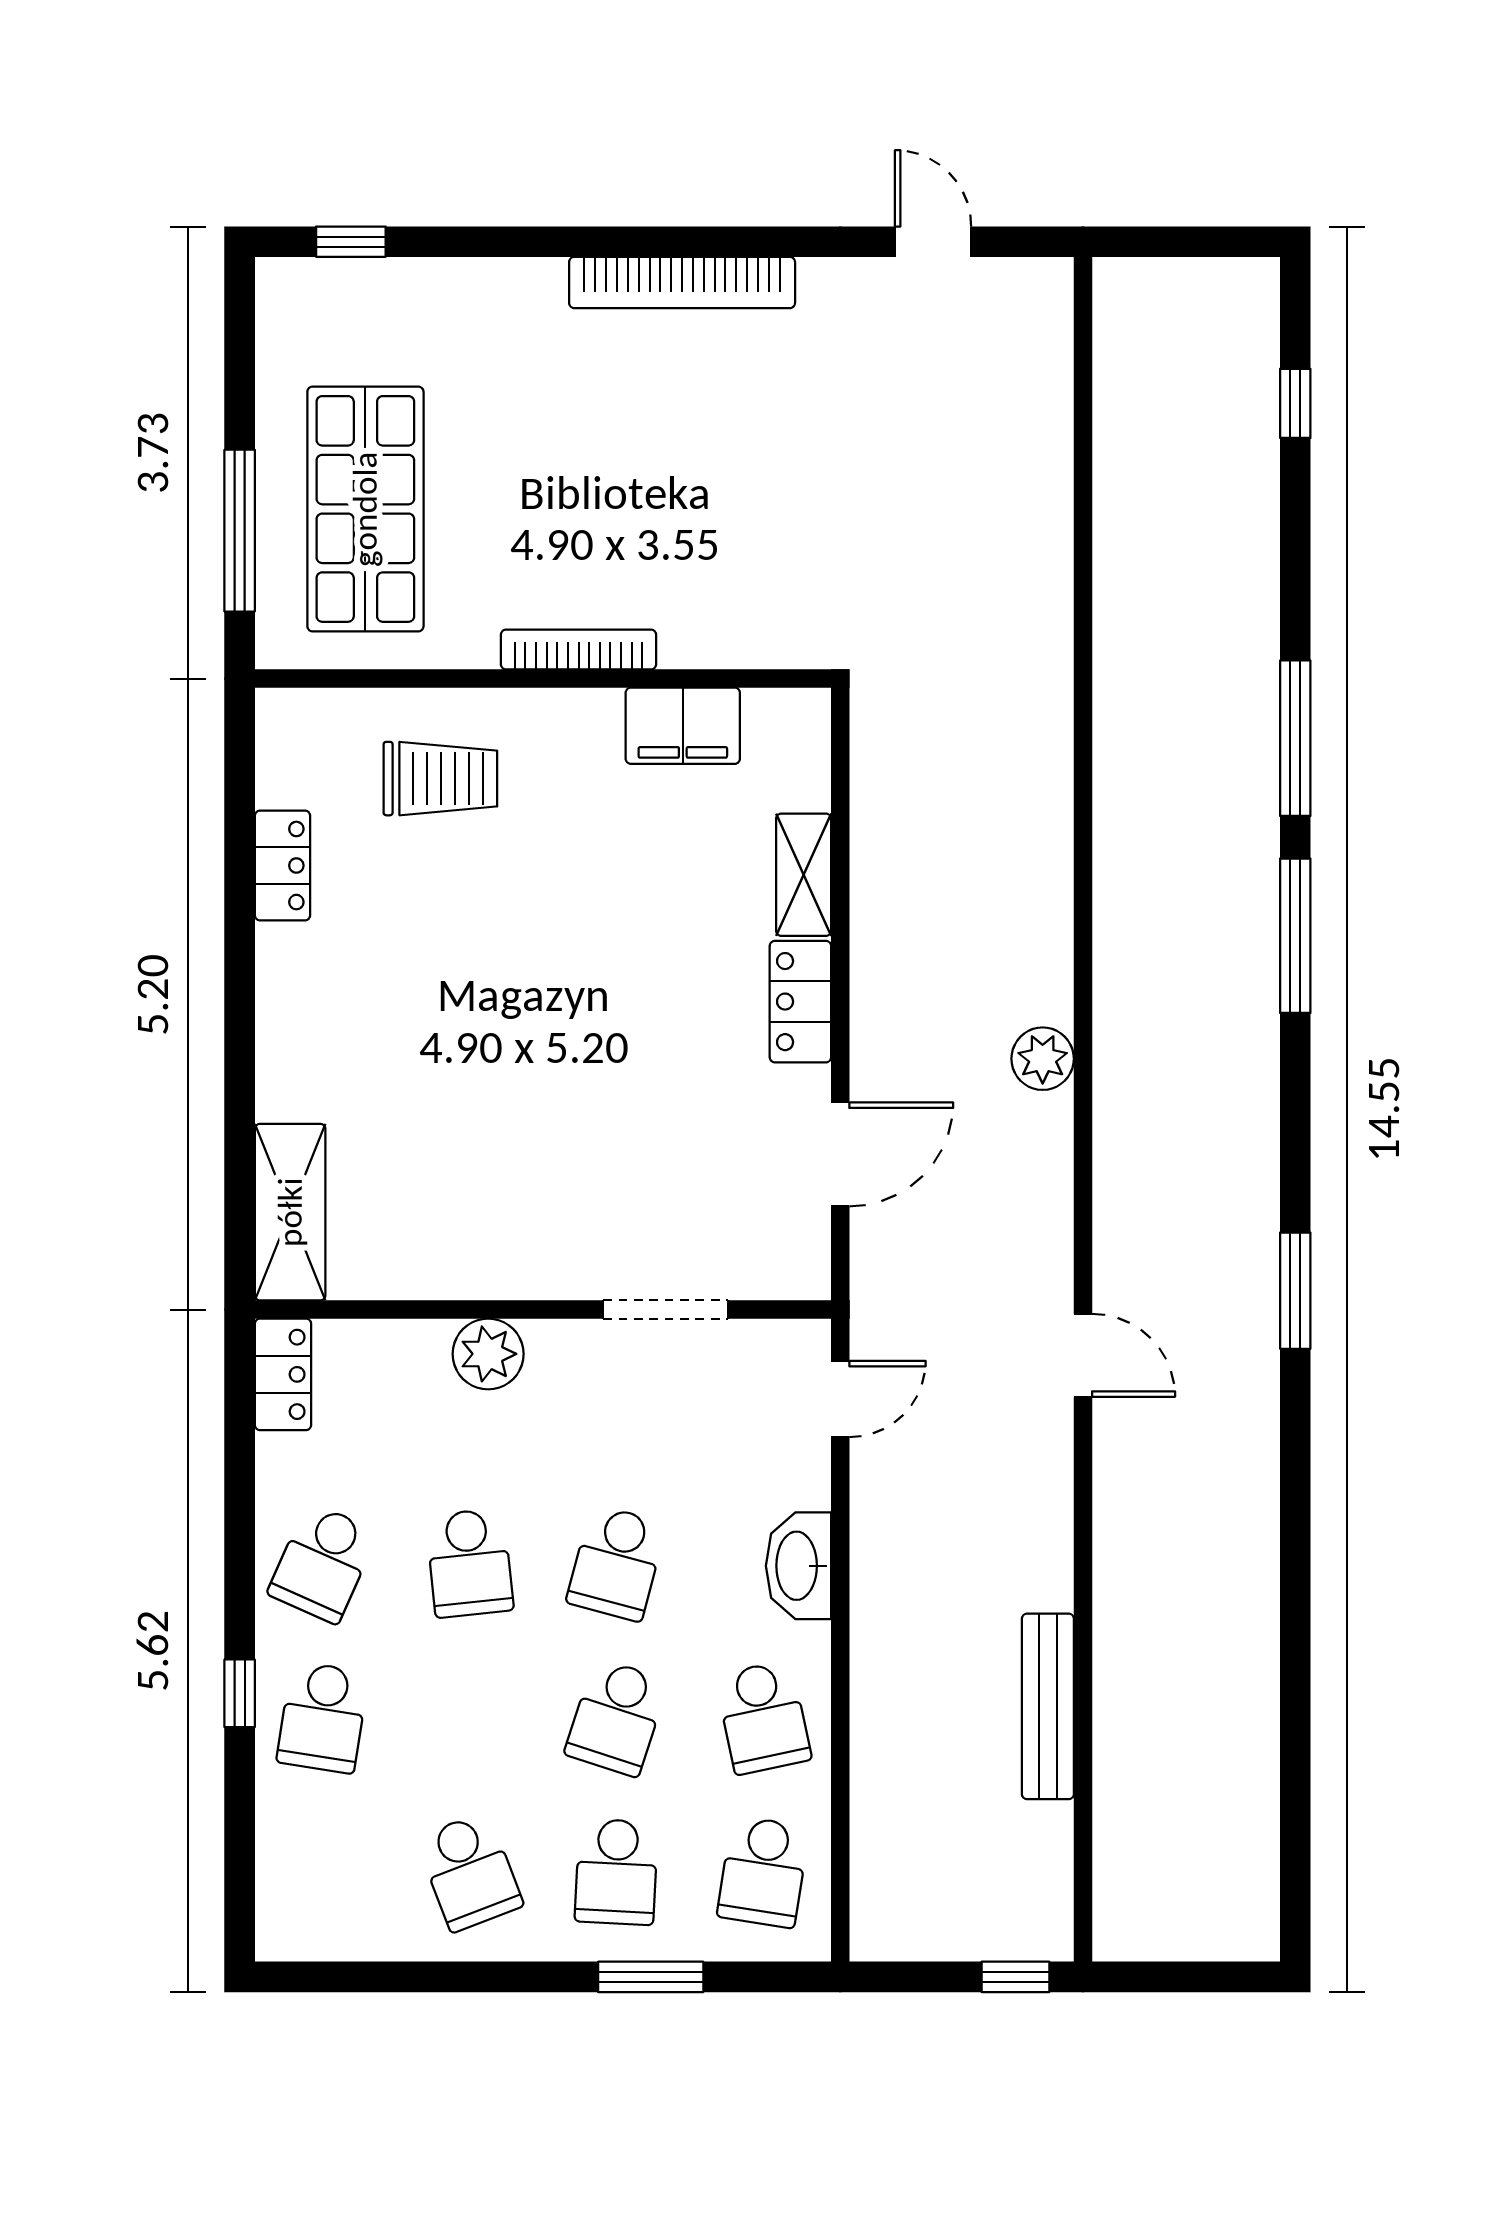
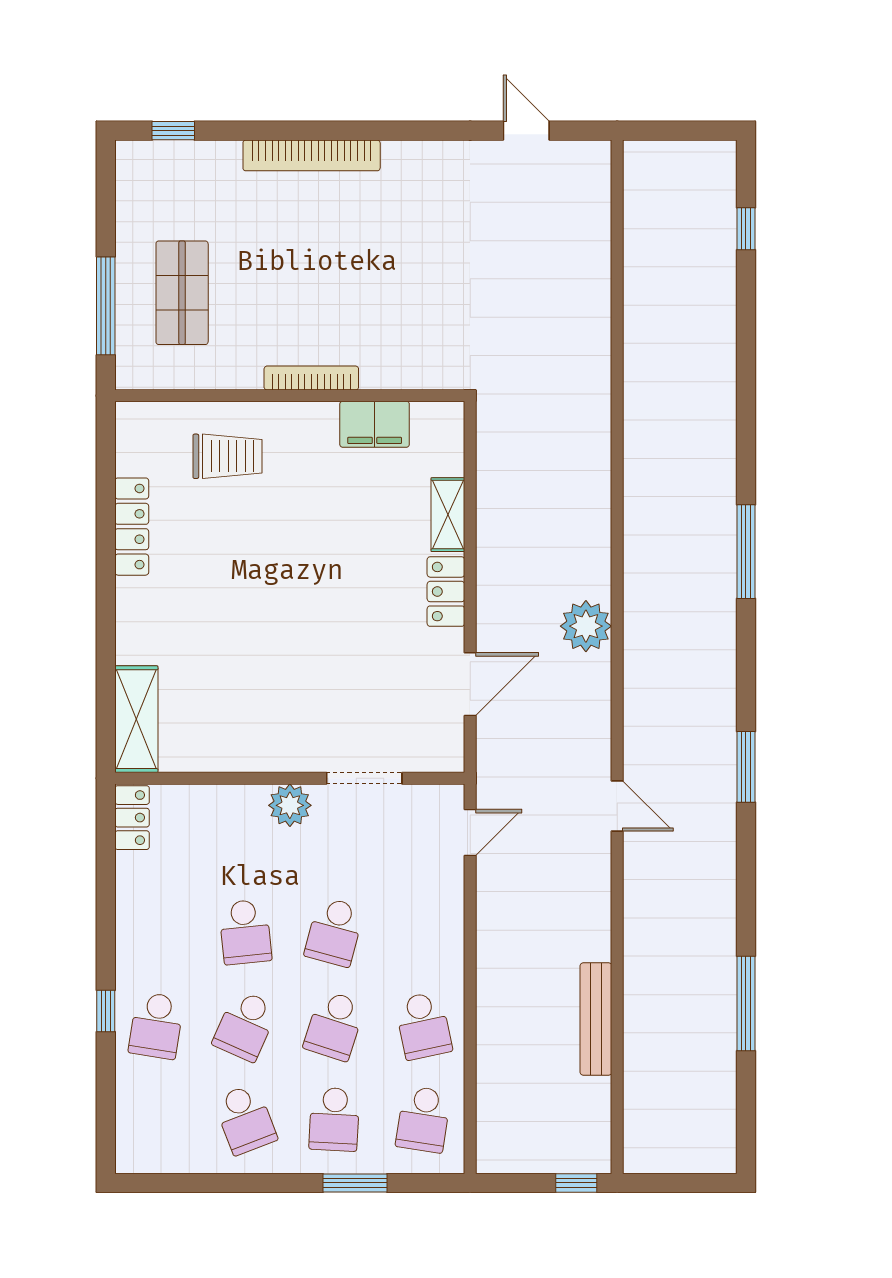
bookcase: (682, 282) -> (312, 155), moved
shop shelf: (365, 509) -> (182, 293), width x0.70, depth x0.74
window: (1295, 738) -> (746, 1004), moved
locker: (283, 866) -> (132, 527), width x1.53
plant: (1043, 1059) -> (586, 626), width x1.36, depth x1.36
plant: (488, 1354) -> (290, 805), moved
school desk: (323, 1563) -> (245, 1026), moved
washbasin: (799, 1566) -> (445, 934), removed

